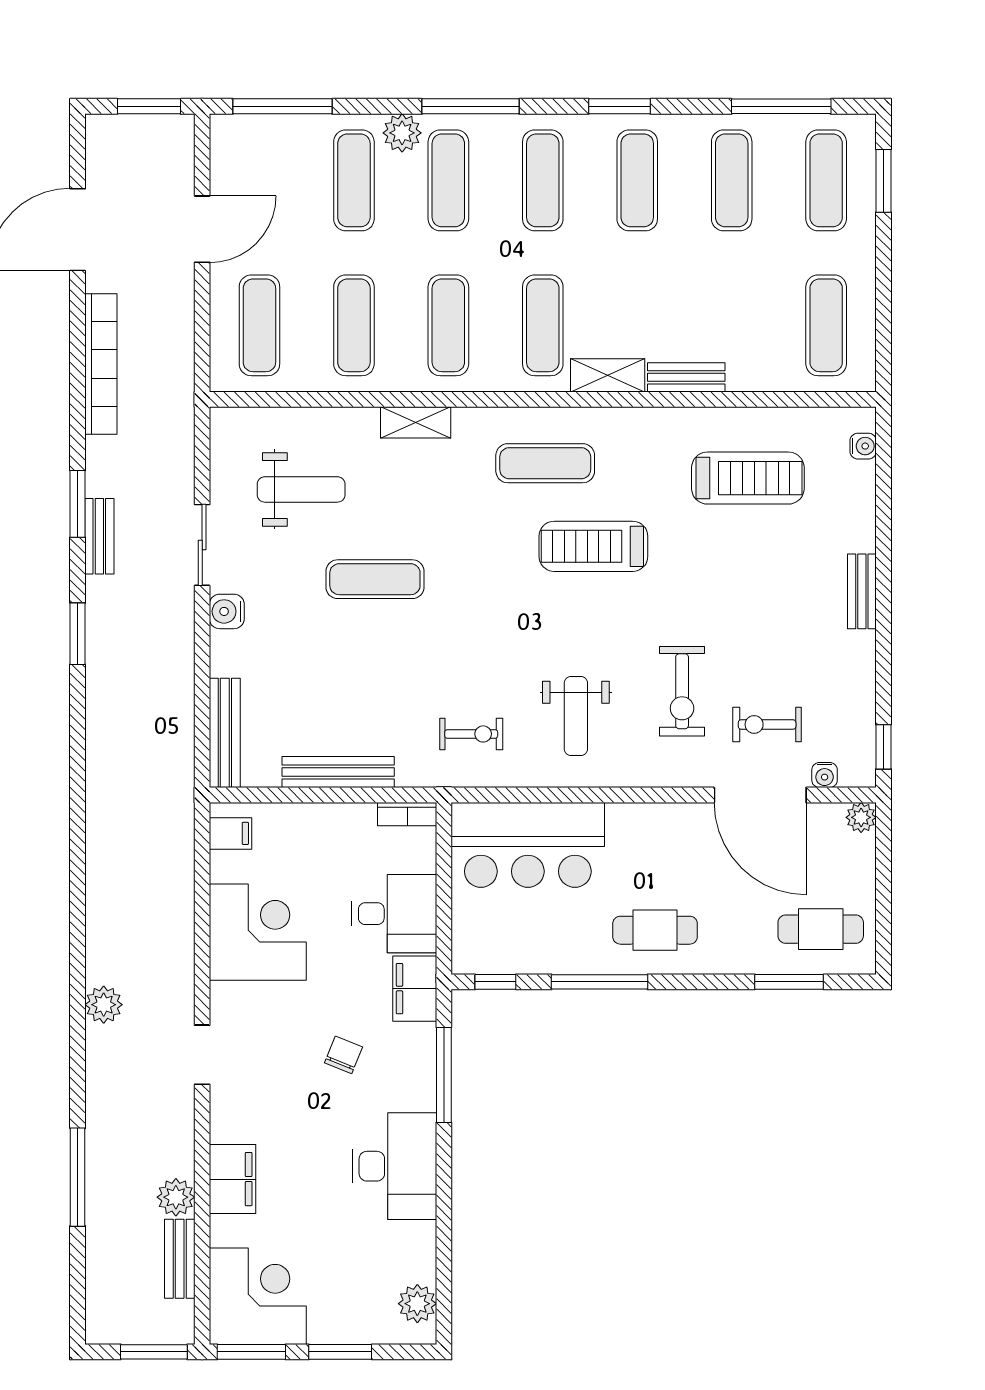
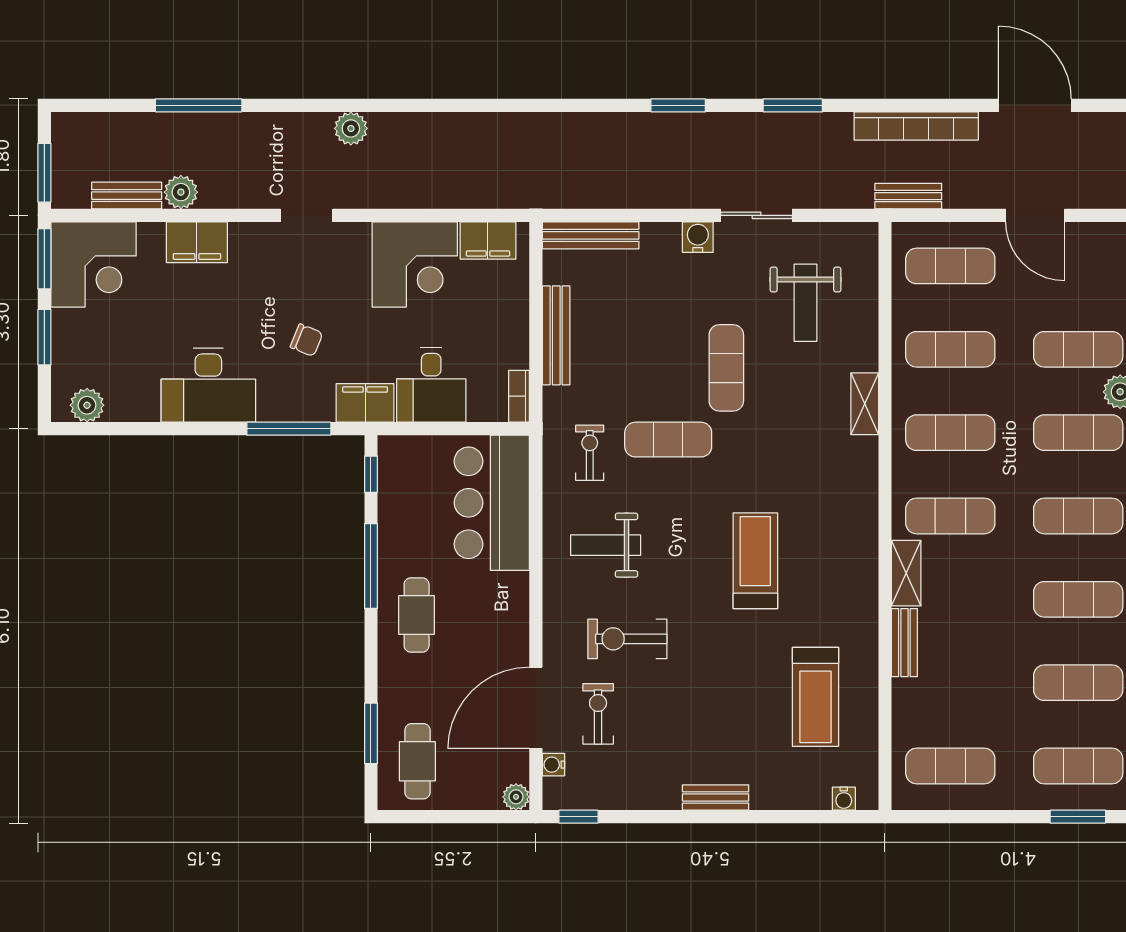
exercise mat: (545, 463) -> (668, 440), moved, turned 90
bench: (99, 536) -> (908, 196), moved
exercise bike: (471, 734) -> (590, 453), turned 180
filing cabinet: (231, 833) -> (488, 240), width x2.00

